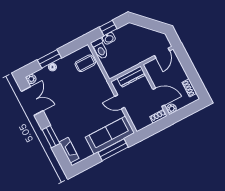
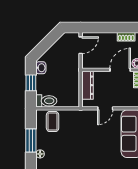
washbasin: (109, 38) -> (41, 68), moved
door: (162, 53) -> (81, 45), hinge flipped
window: (49, 59) -> (31, 141), moved

